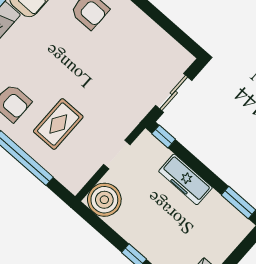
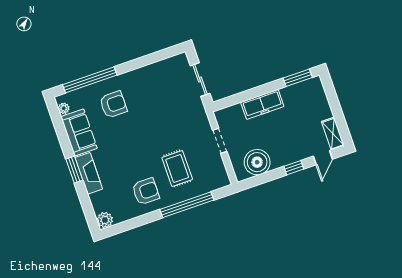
window: (164, 137) -> (225, 103), removed
boiler: (104, 200) -> (257, 162), moved

